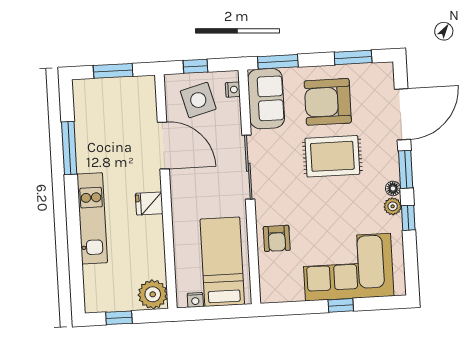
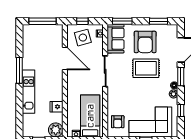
window: (113, 71) -> (43, 21), width x1.44
armchair: (328, 102) -> (145, 42), turned -90
window: (69, 148) -> (19, 70), moved
fridge: (149, 204) -> (56, 107), moved
window: (408, 218) -> (181, 111), moved
armchair: (277, 238) -> (118, 122), moved

